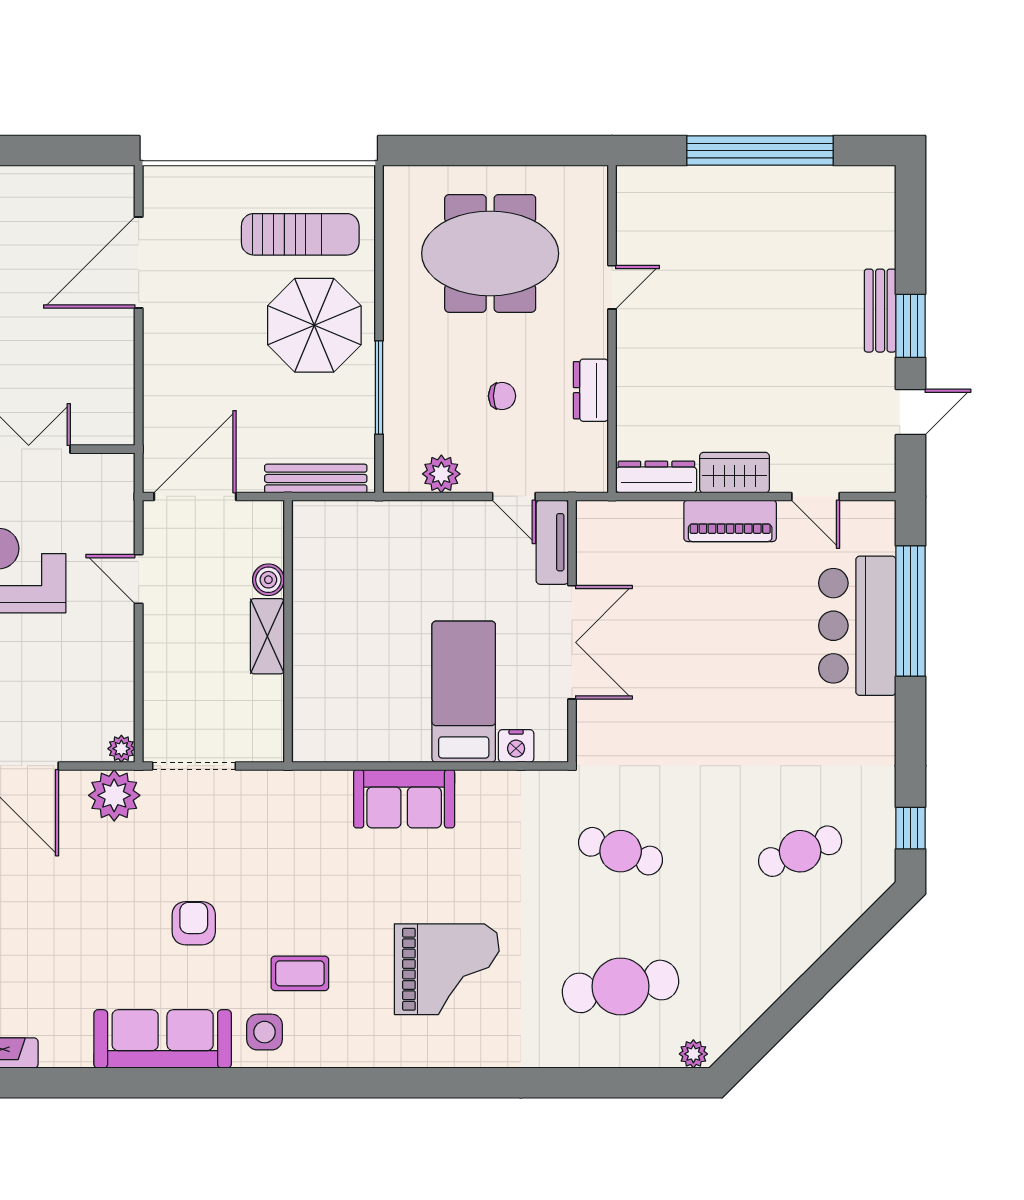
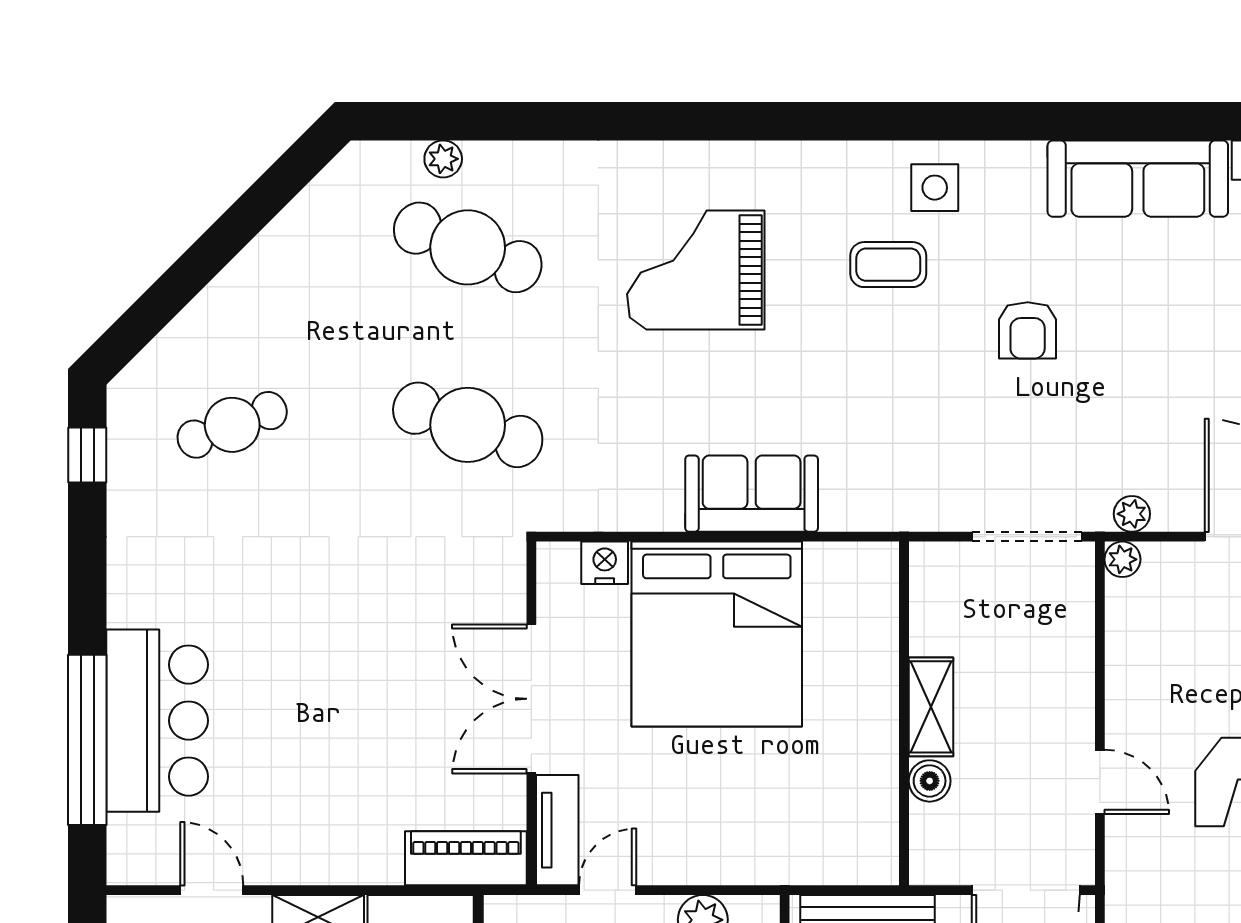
door: (514, 496) -> (608, 890), hinge flipped
piano: (730, 521) -> (466, 858), moved
bed: (464, 692) -> (717, 634), width x2.04
plant: (114, 795) -> (1132, 514), width x0.53, depth x0.53
cafe table: (621, 851) -> (468, 425), width x1.37, depth x1.35
cafe table: (621, 986) -> (468, 247), turned 30
sofa: (163, 1039) -> (1138, 179), moved
plant: (693, 1054) -> (443, 159), moved

